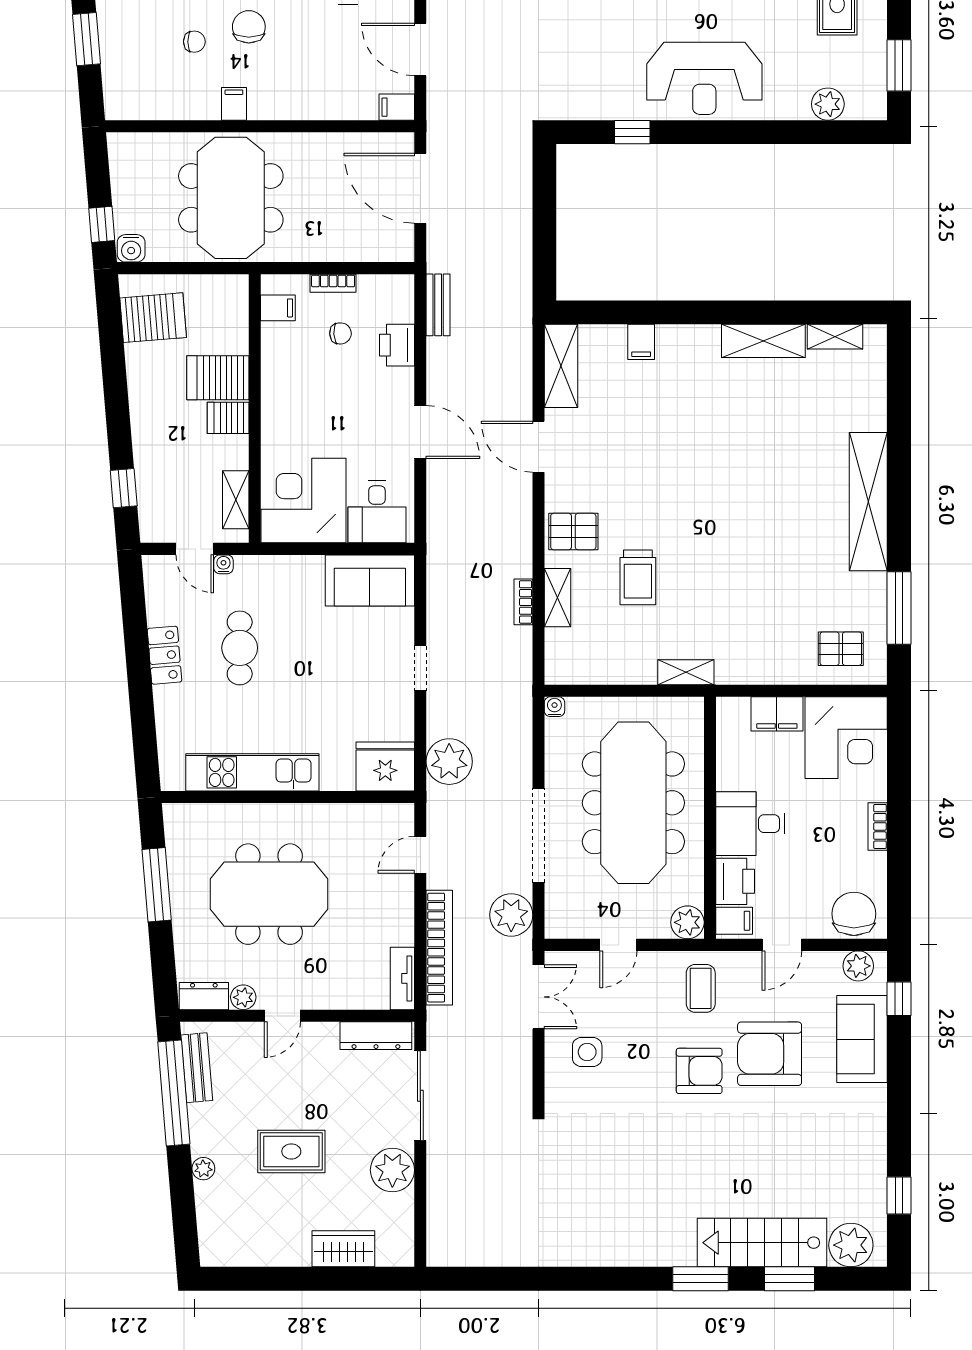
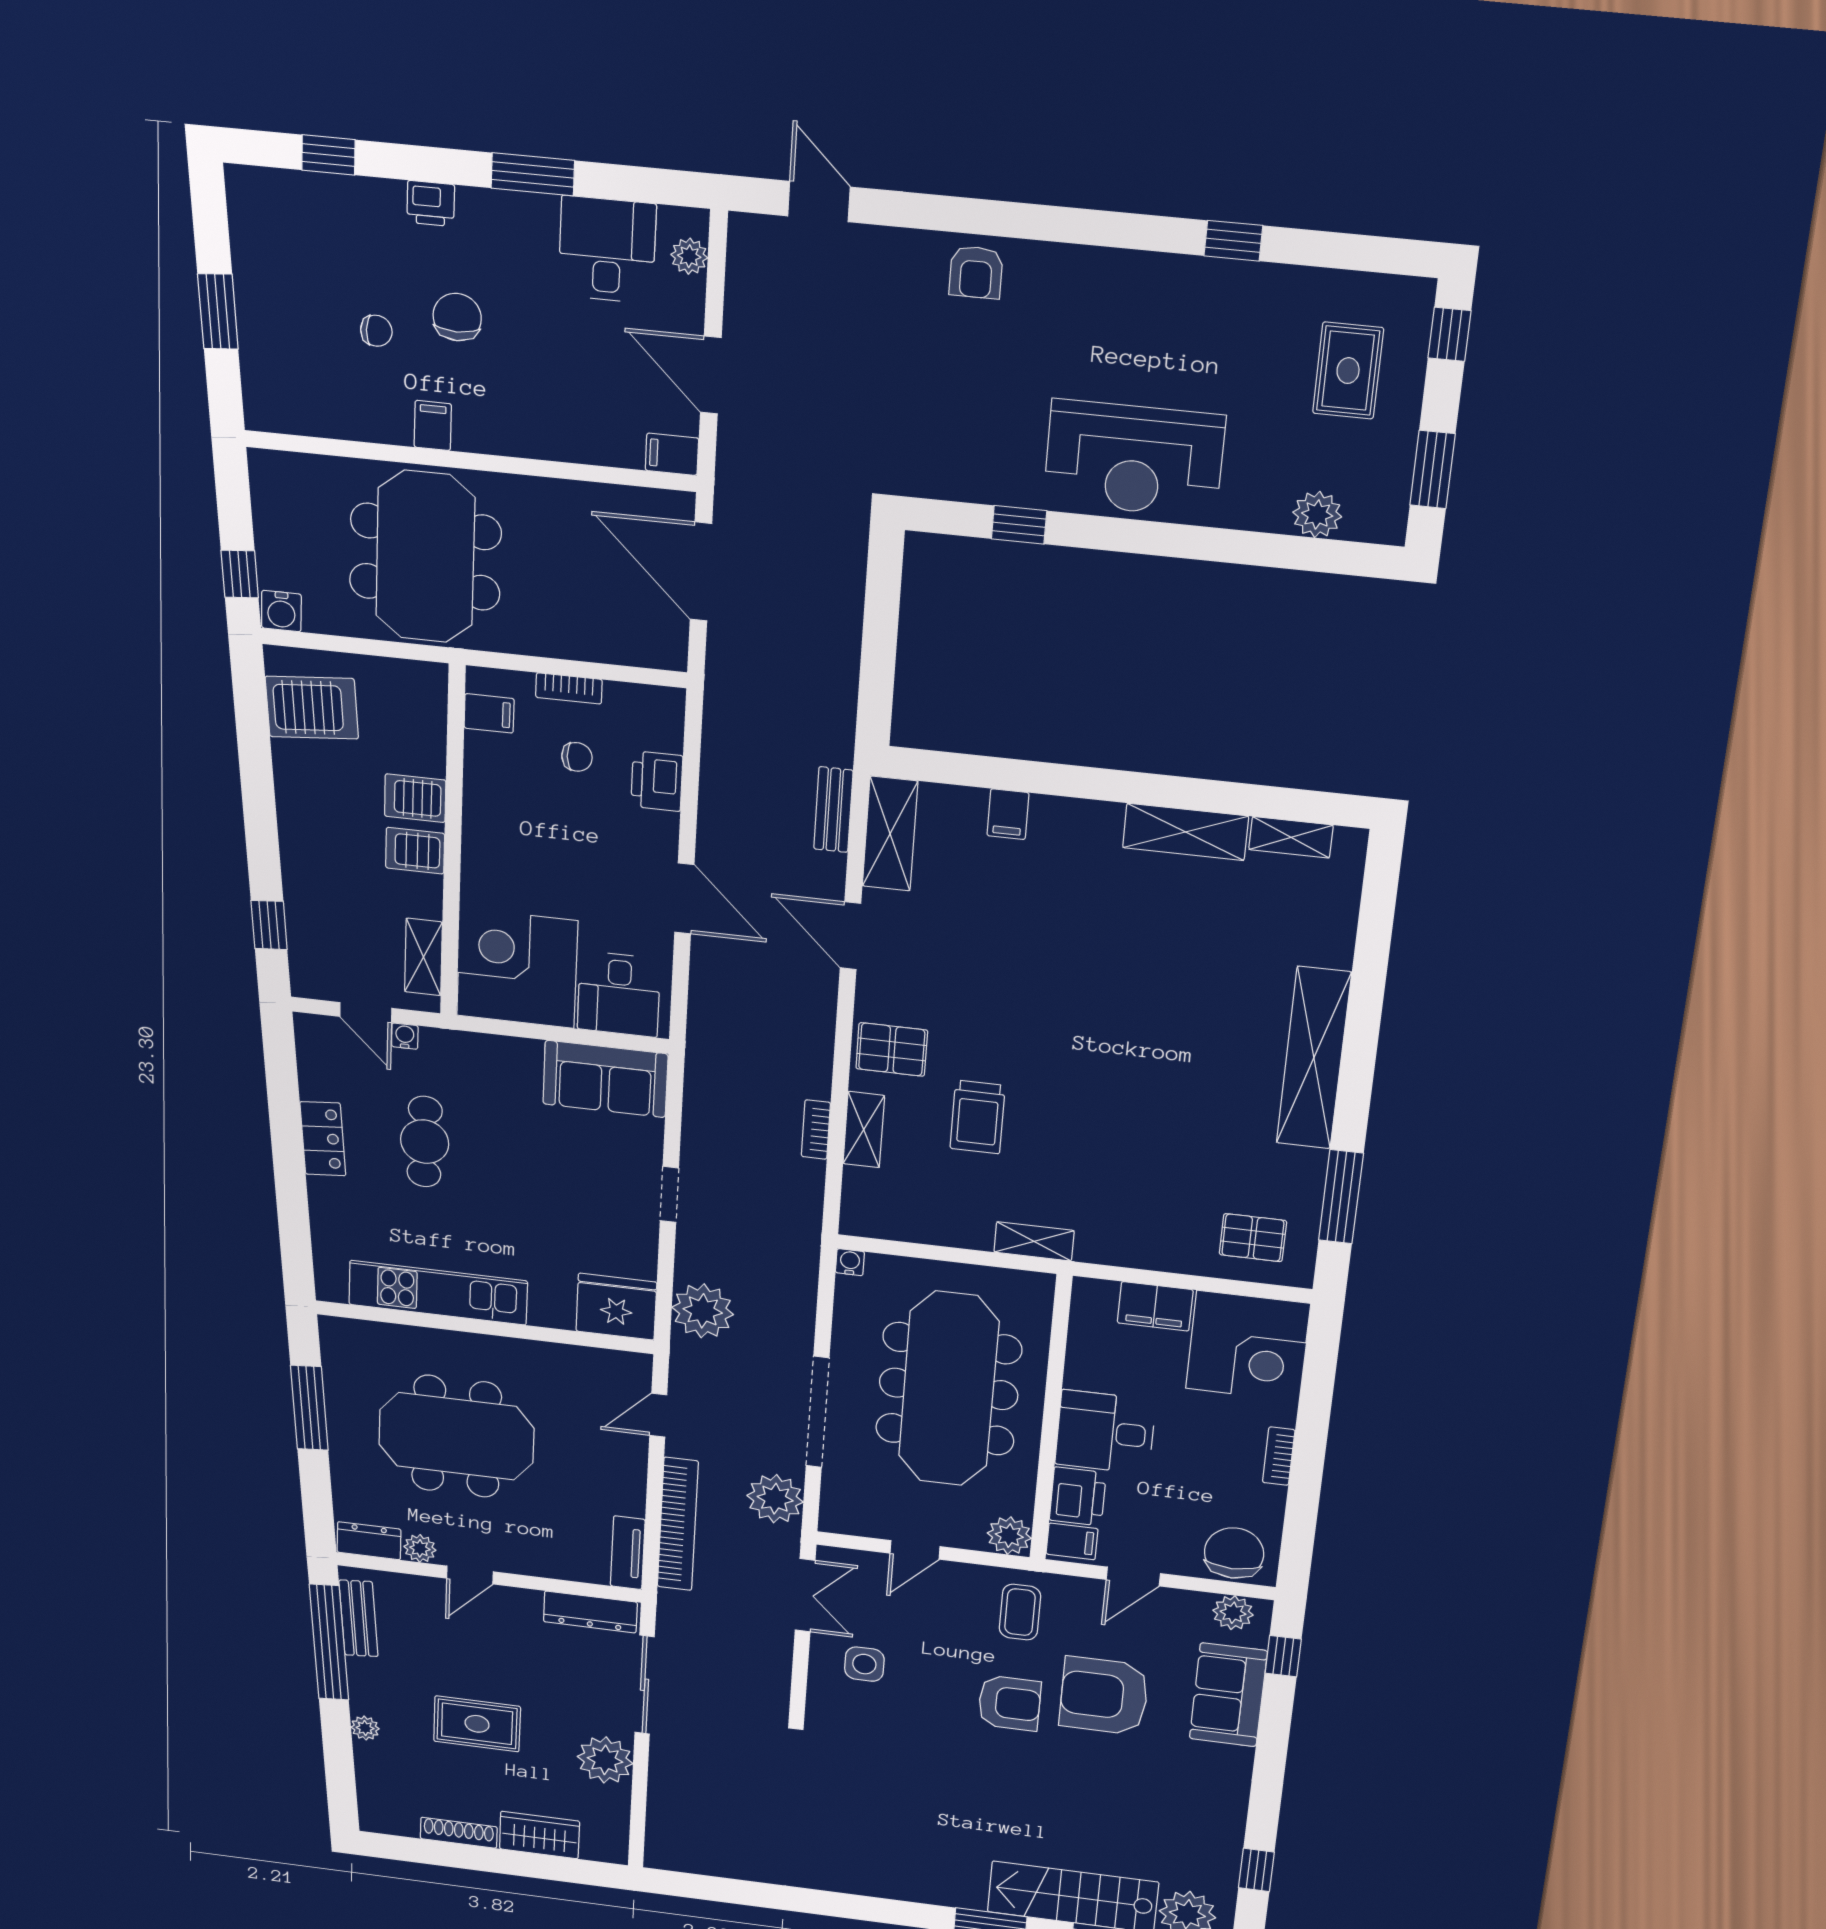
bench: (438, 305) -> (833, 810), moved
server rack: (218, 378) -> (415, 798), width x0.73, depth x0.70
shoe rack: (279, 1257) -> (459, 1833), added

